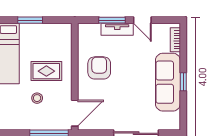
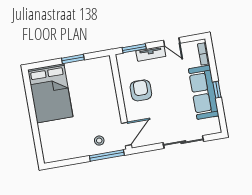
window: (112, 20) -> (134, 48), moved
rug: (46, 71) -> (95, 101), removed
stool: (37, 98) -> (99, 141), moved

